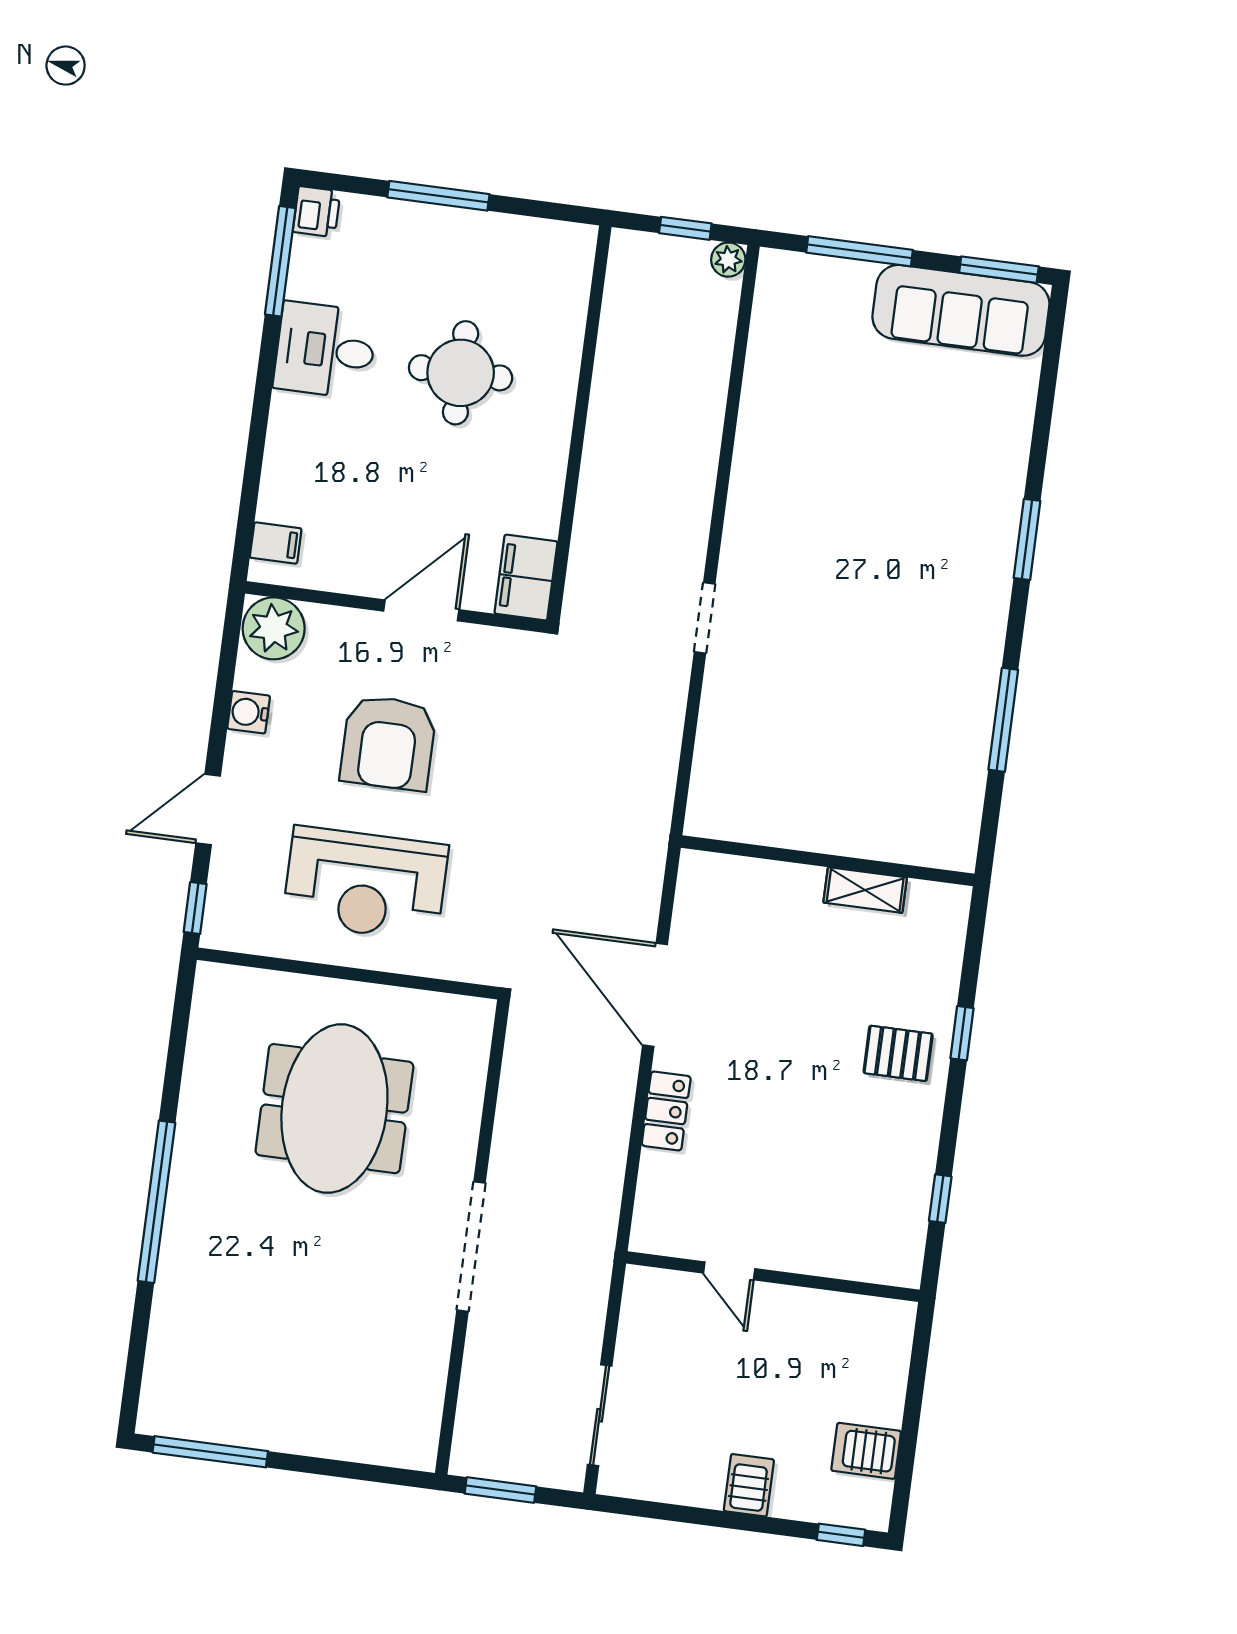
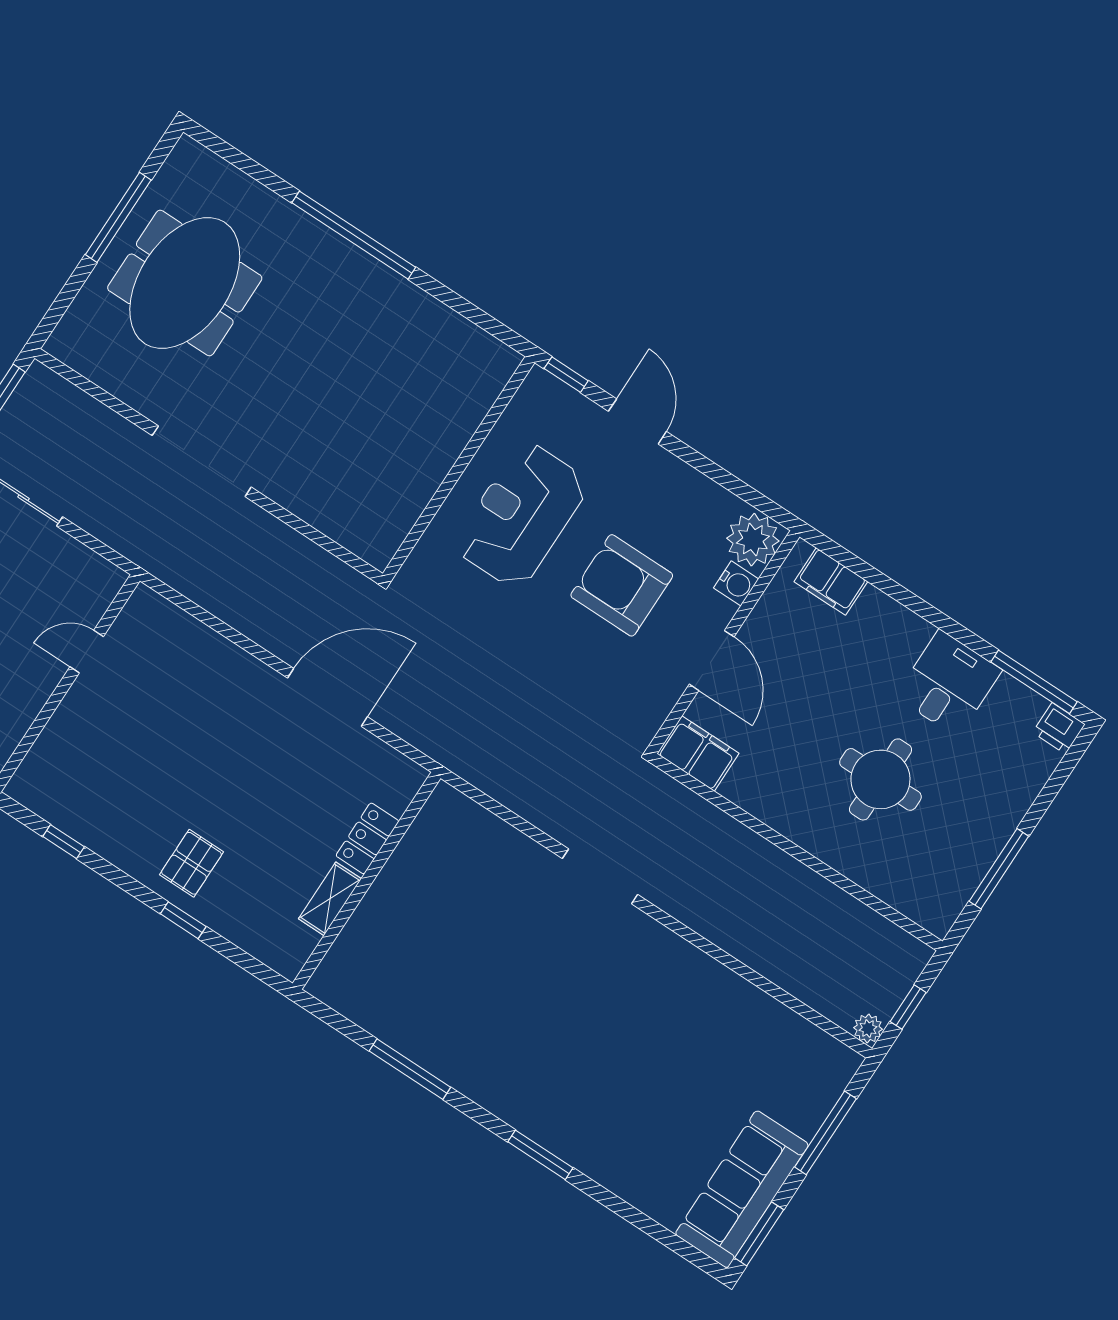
window: (438, 196) -> (999, 869), moved
filing cabinet: (276, 543) -> (831, 582), width x2.00
doorway: (705, 618) -> (600, 876), width x1.38
water cooler: (249, 712) -> (736, 583), moved, turned 90
meeting table: (334, 1109) -> (185, 283), moved, turned 90
locker: (666, 1111) -> (367, 838), moved, turned 90
window: (210, 1452) -> (118, 217), moved

